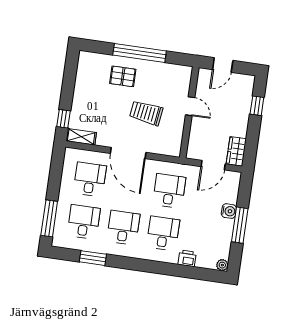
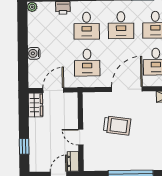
pallet: (123, 76) -> (142, 153), removed
dresser: (203, 80) -> (73, 161), added
door: (128, 153) -> (127, 89), hinge flipped
window: (240, 225) -> (23, 43), removed

